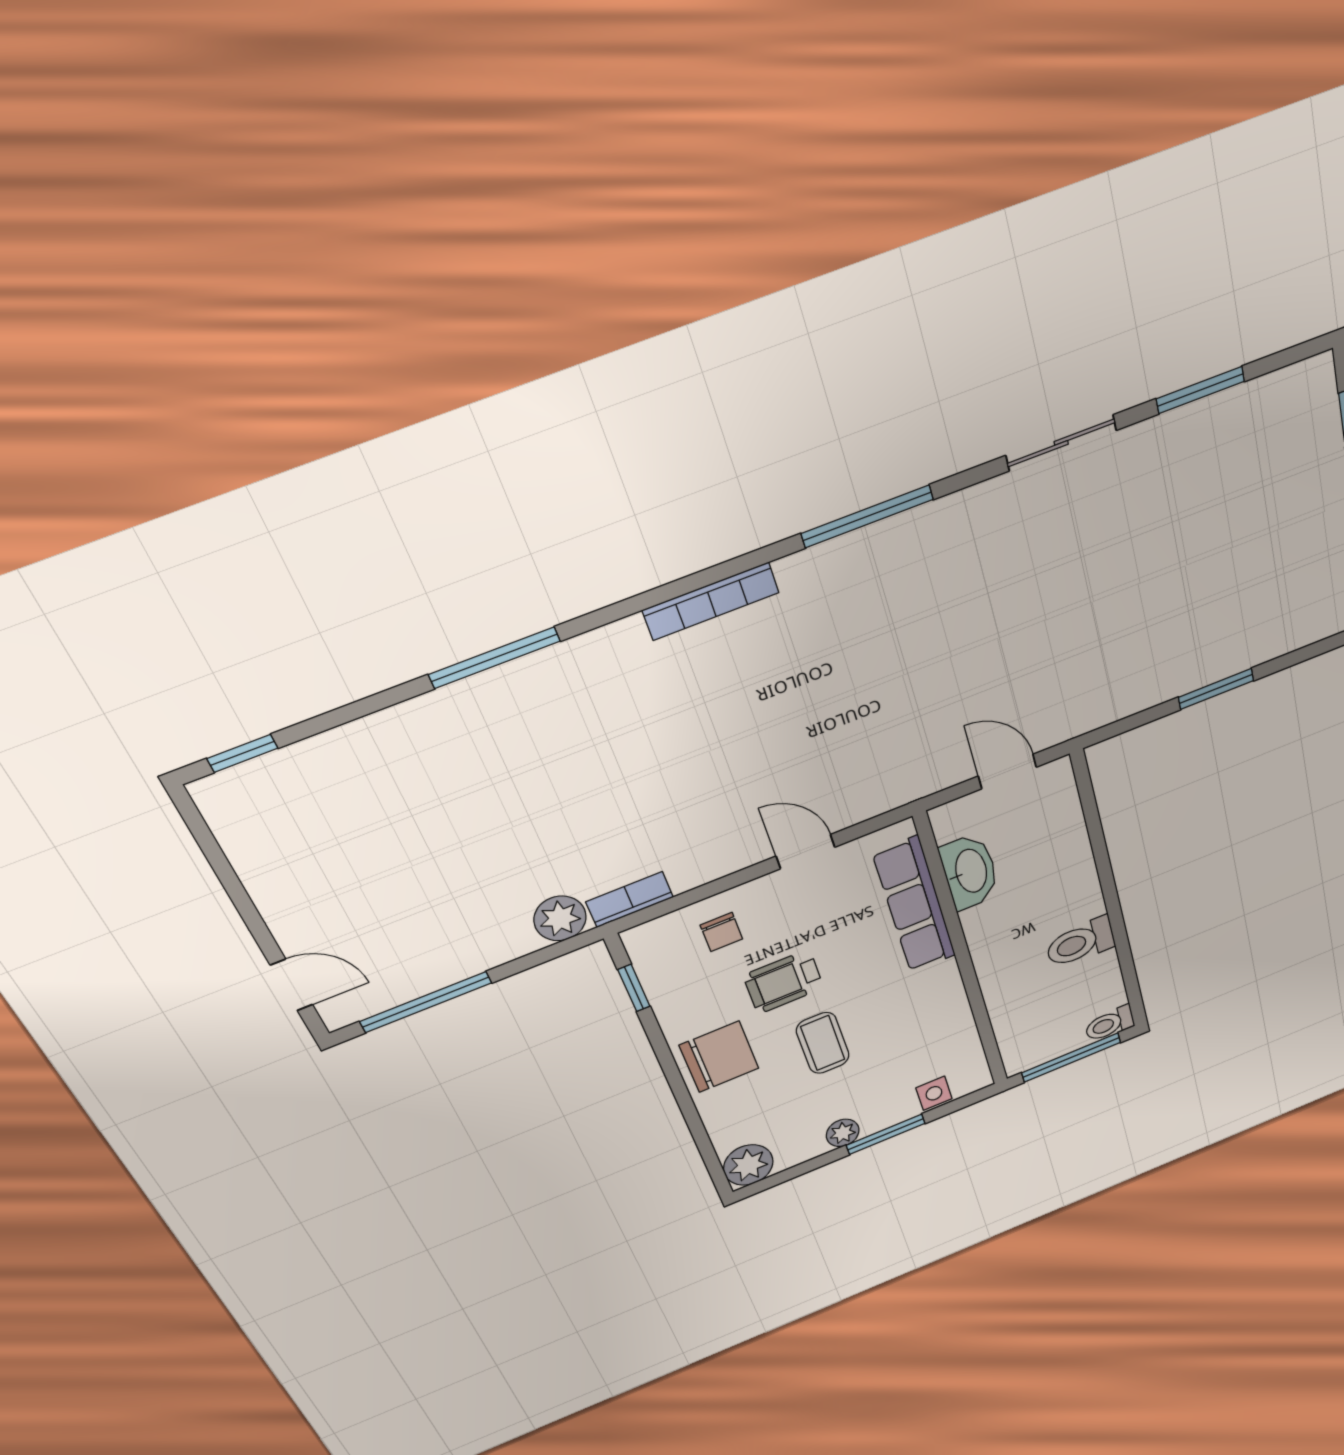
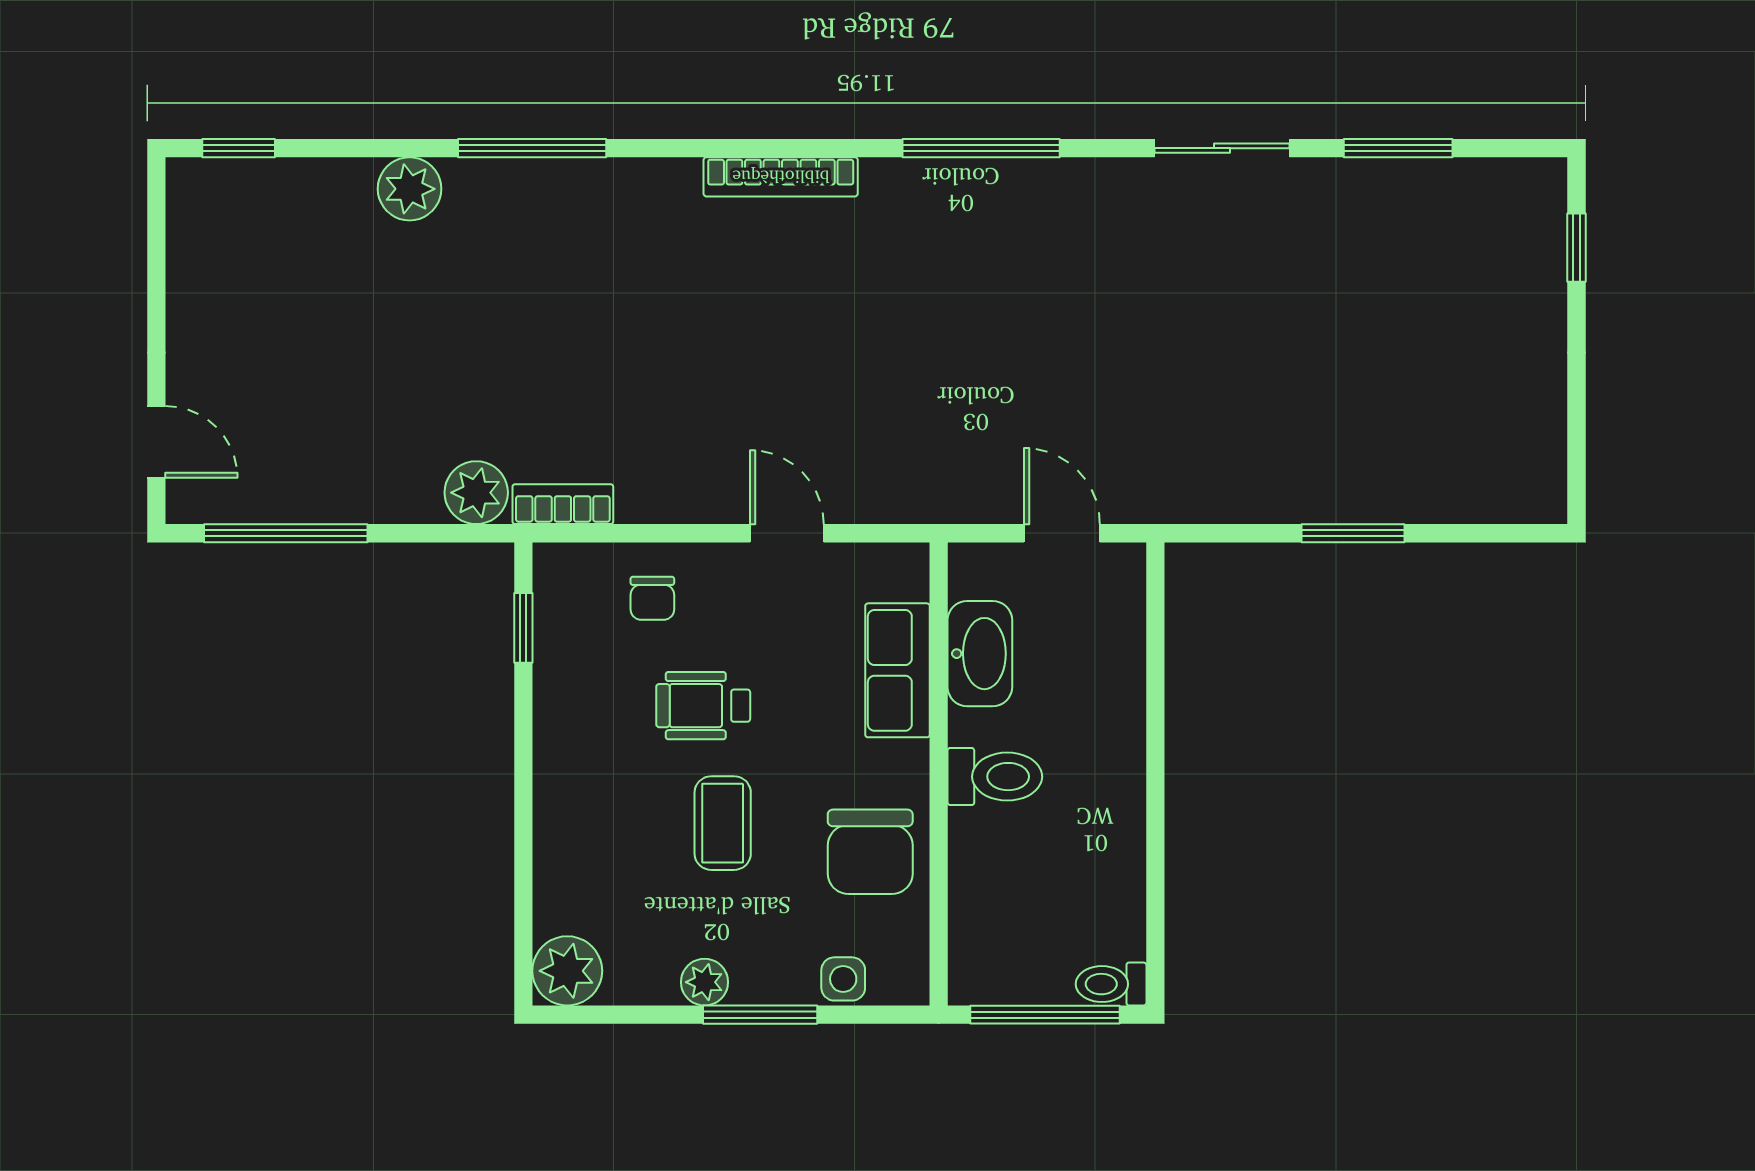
plant: (405, 728) -> (410, 189), added
row of seats: (915, 905) -> (898, 670), width x0.68
toilet: (1080, 942) -> (995, 777), moved, turned 180
chair: (719, 1057) -> (870, 852), moved, turned 90

